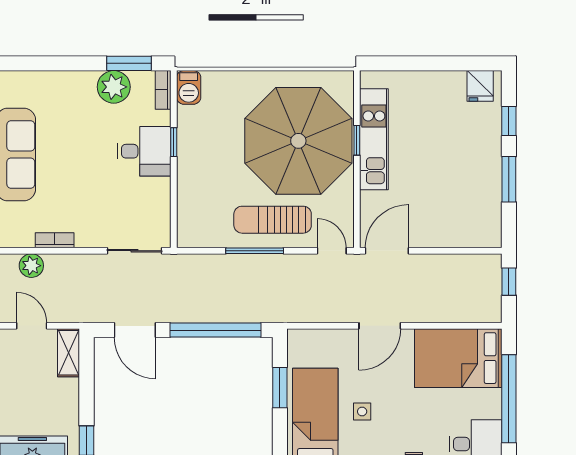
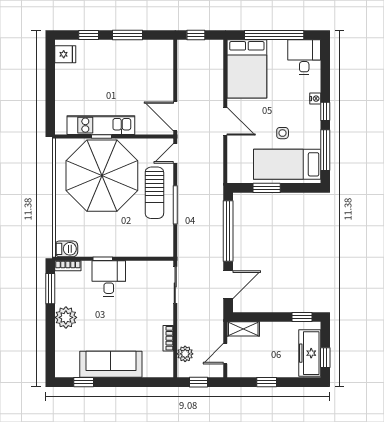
plant: (114, 87) -> (66, 317), moved

